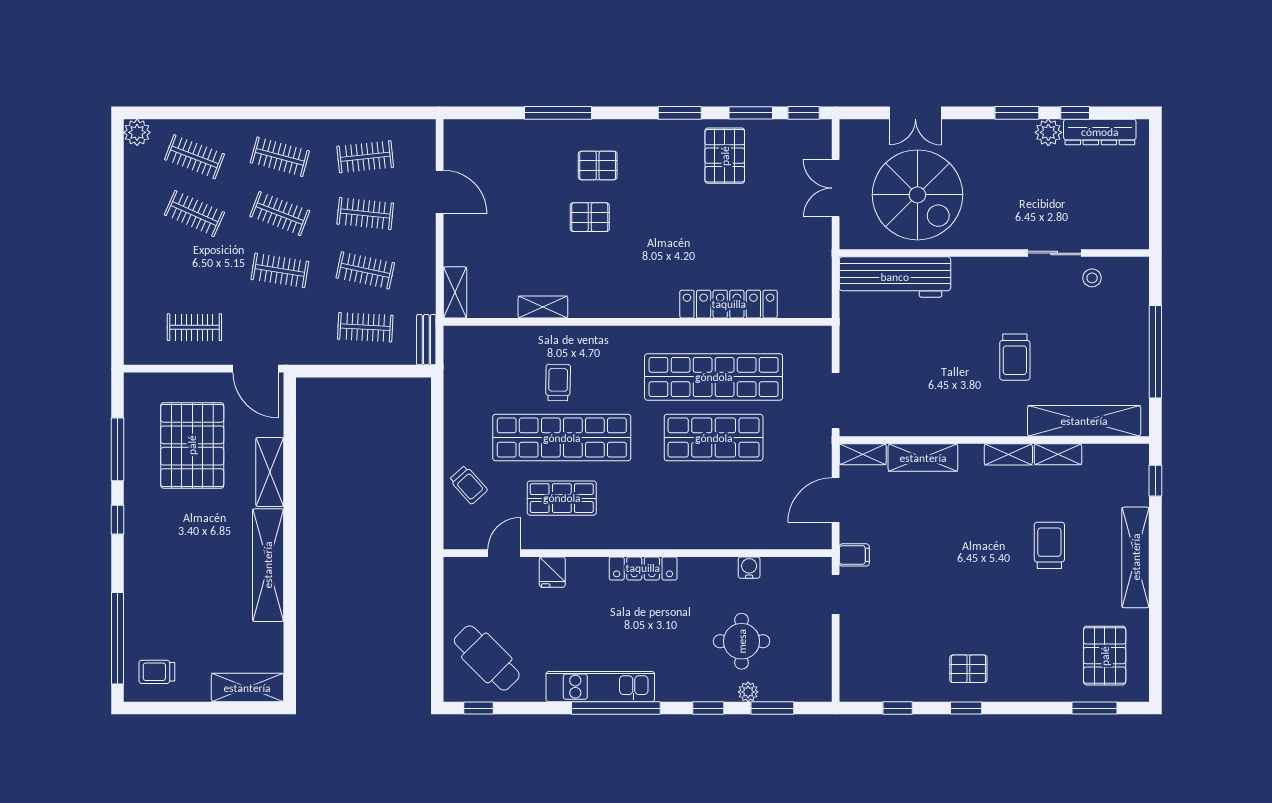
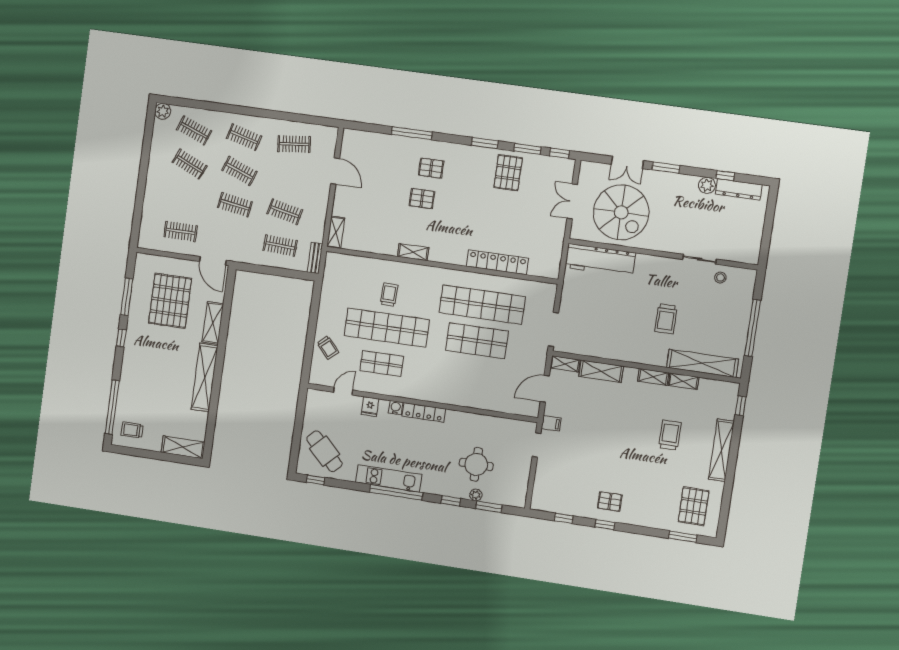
window: (1017, 113) -> (666, 168), moved
clothes rail: (365, 214) -> (289, 178), removed
shelving: (543, 307) -> (413, 252), moved
water cooler: (749, 568) -> (396, 408), moved

